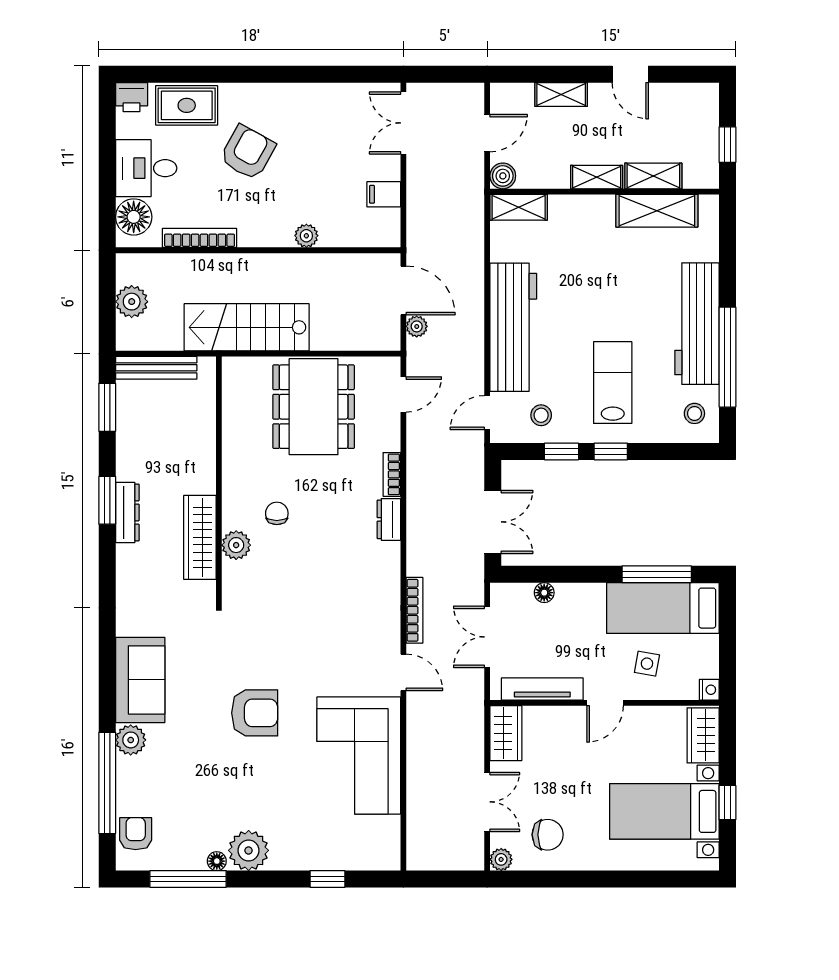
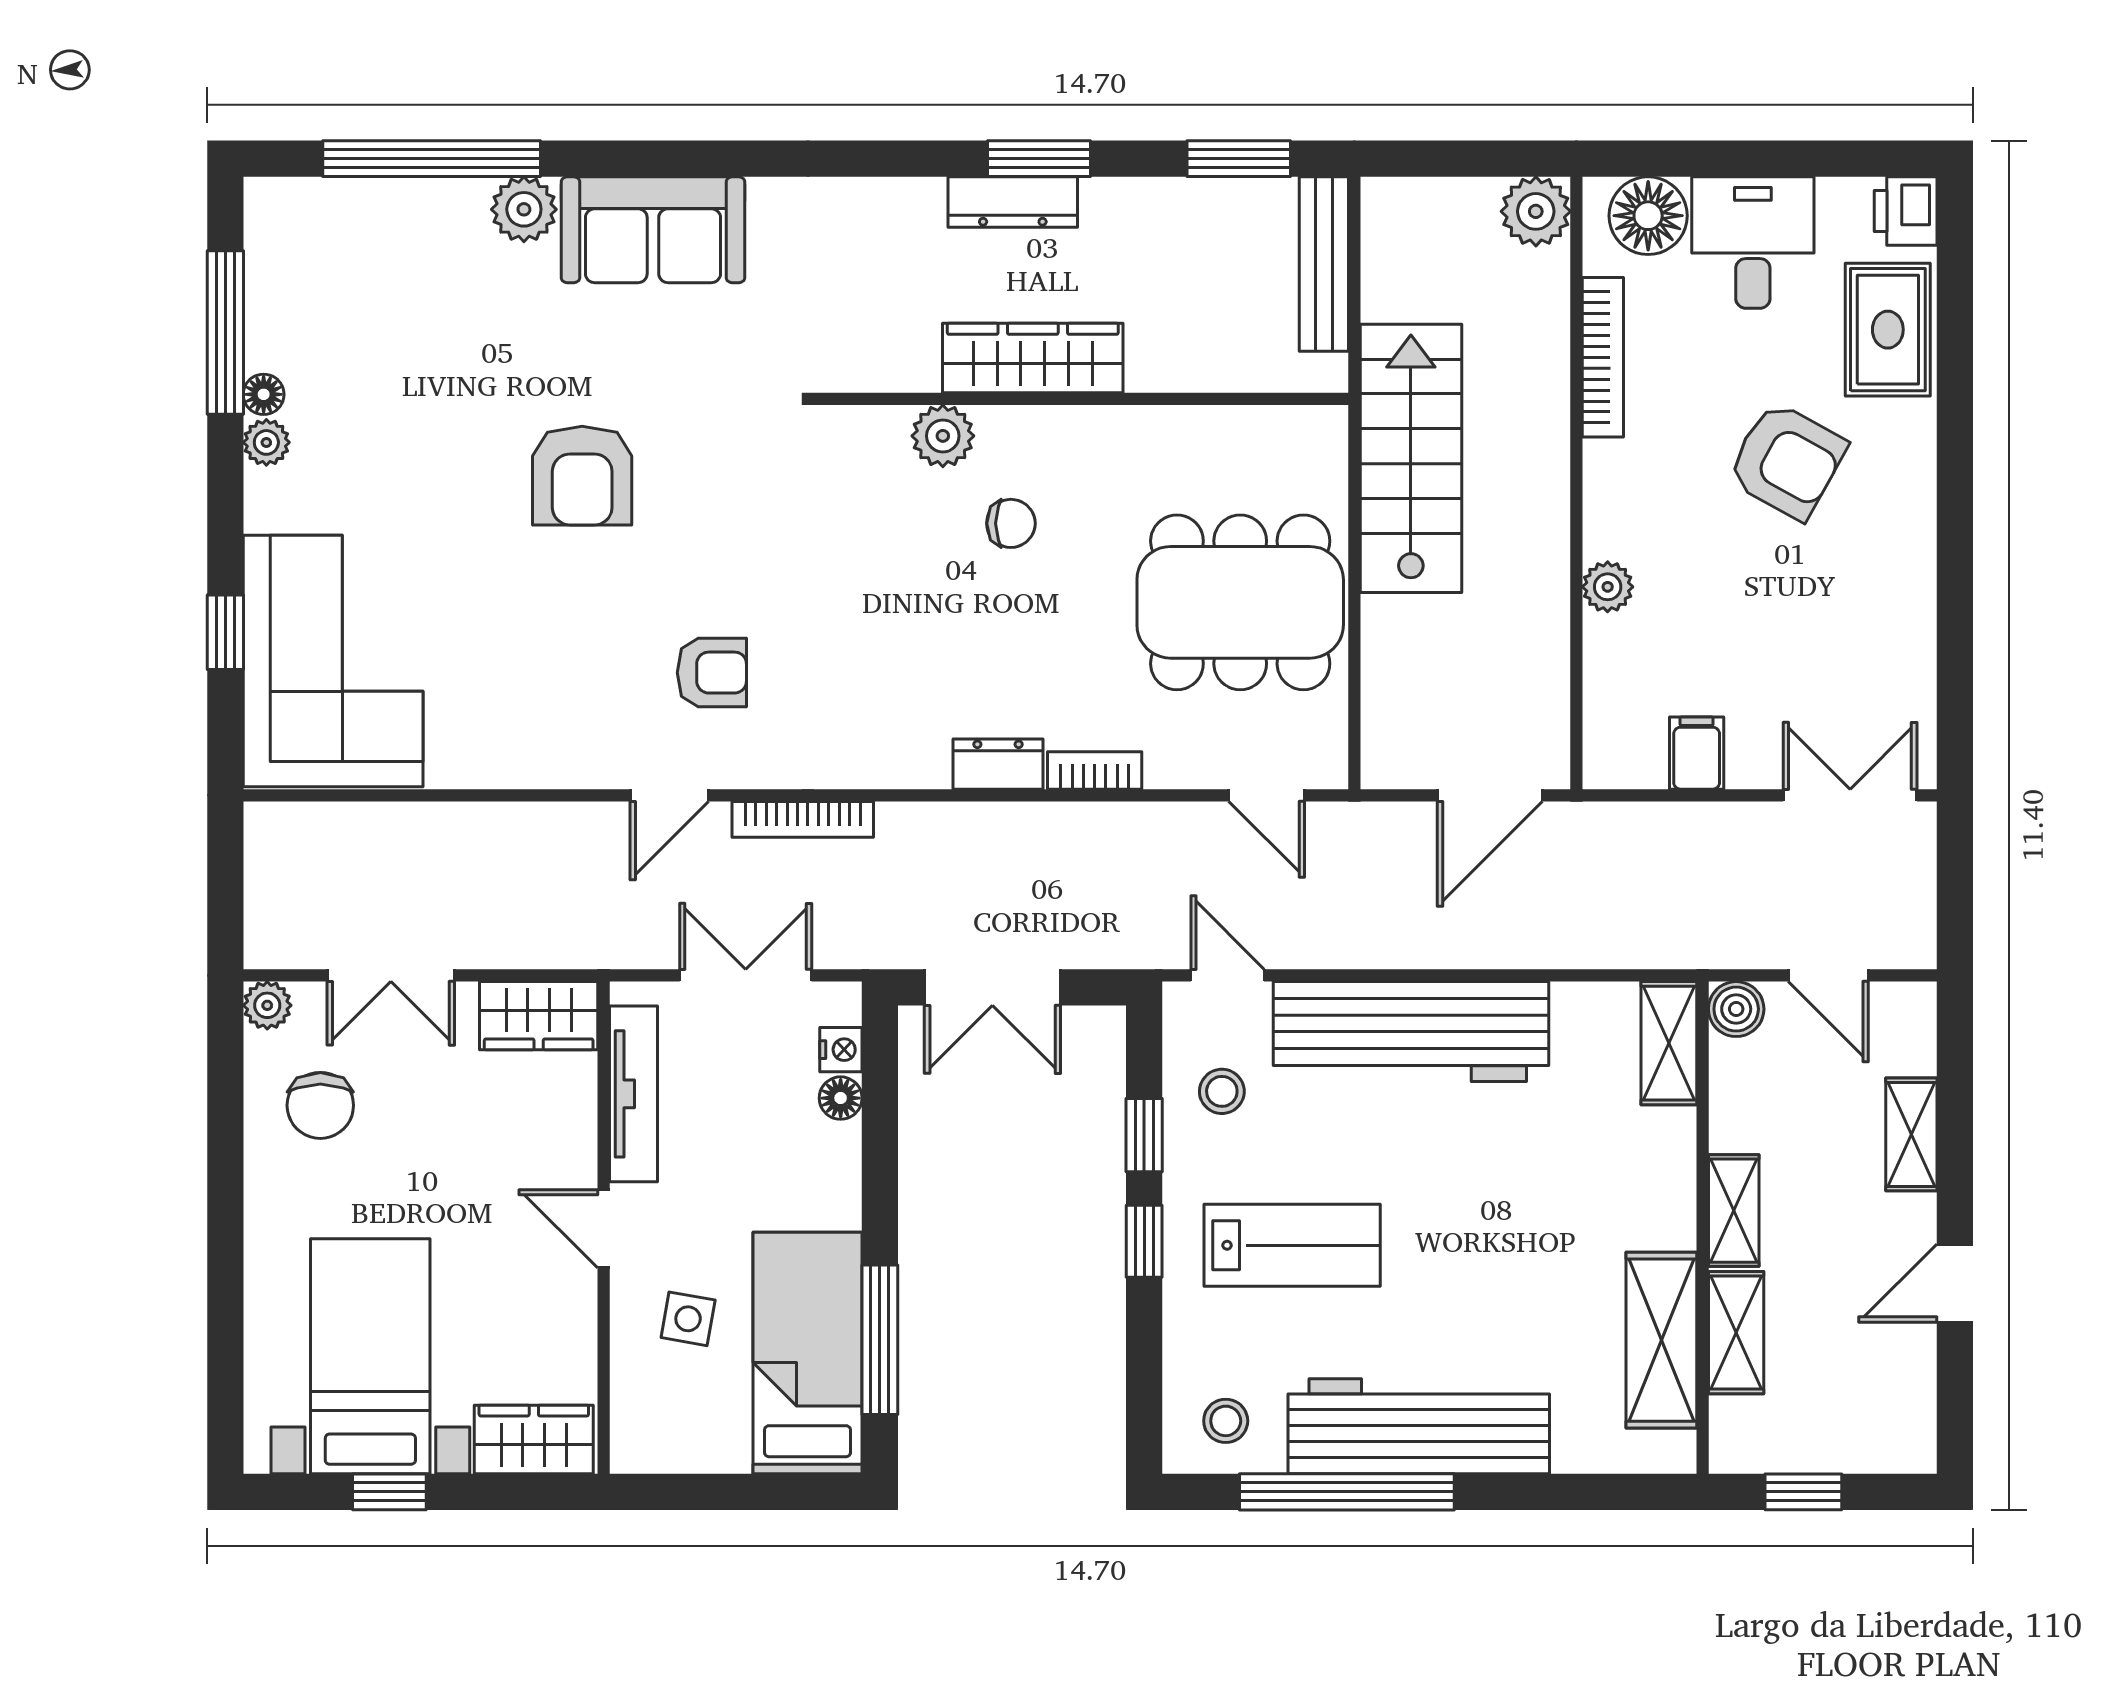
plant: (132, 302) -> (1536, 211), moved
plant: (417, 326) -> (1413, 824), removed
wardrobe: (200, 537) -> (1033, 358), moved
nightstand: (709, 690) -> (841, 1050), moved, turned -90
corner sofa: (359, 756) -> (333, 661), moved, turned 90
armchair: (136, 834) -> (712, 673), moved
plant: (249, 850) -> (266, 442), width x0.53, depth x0.53

